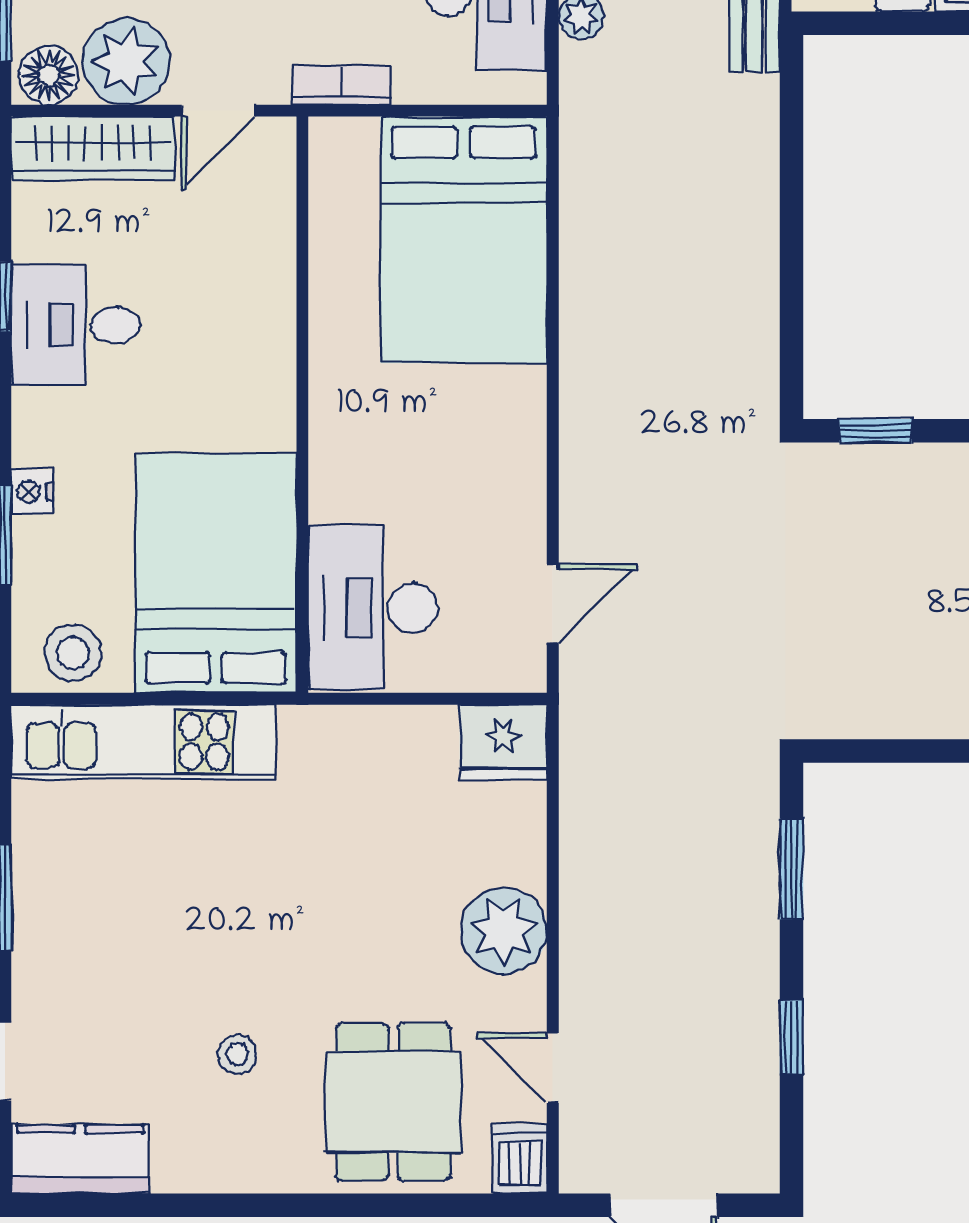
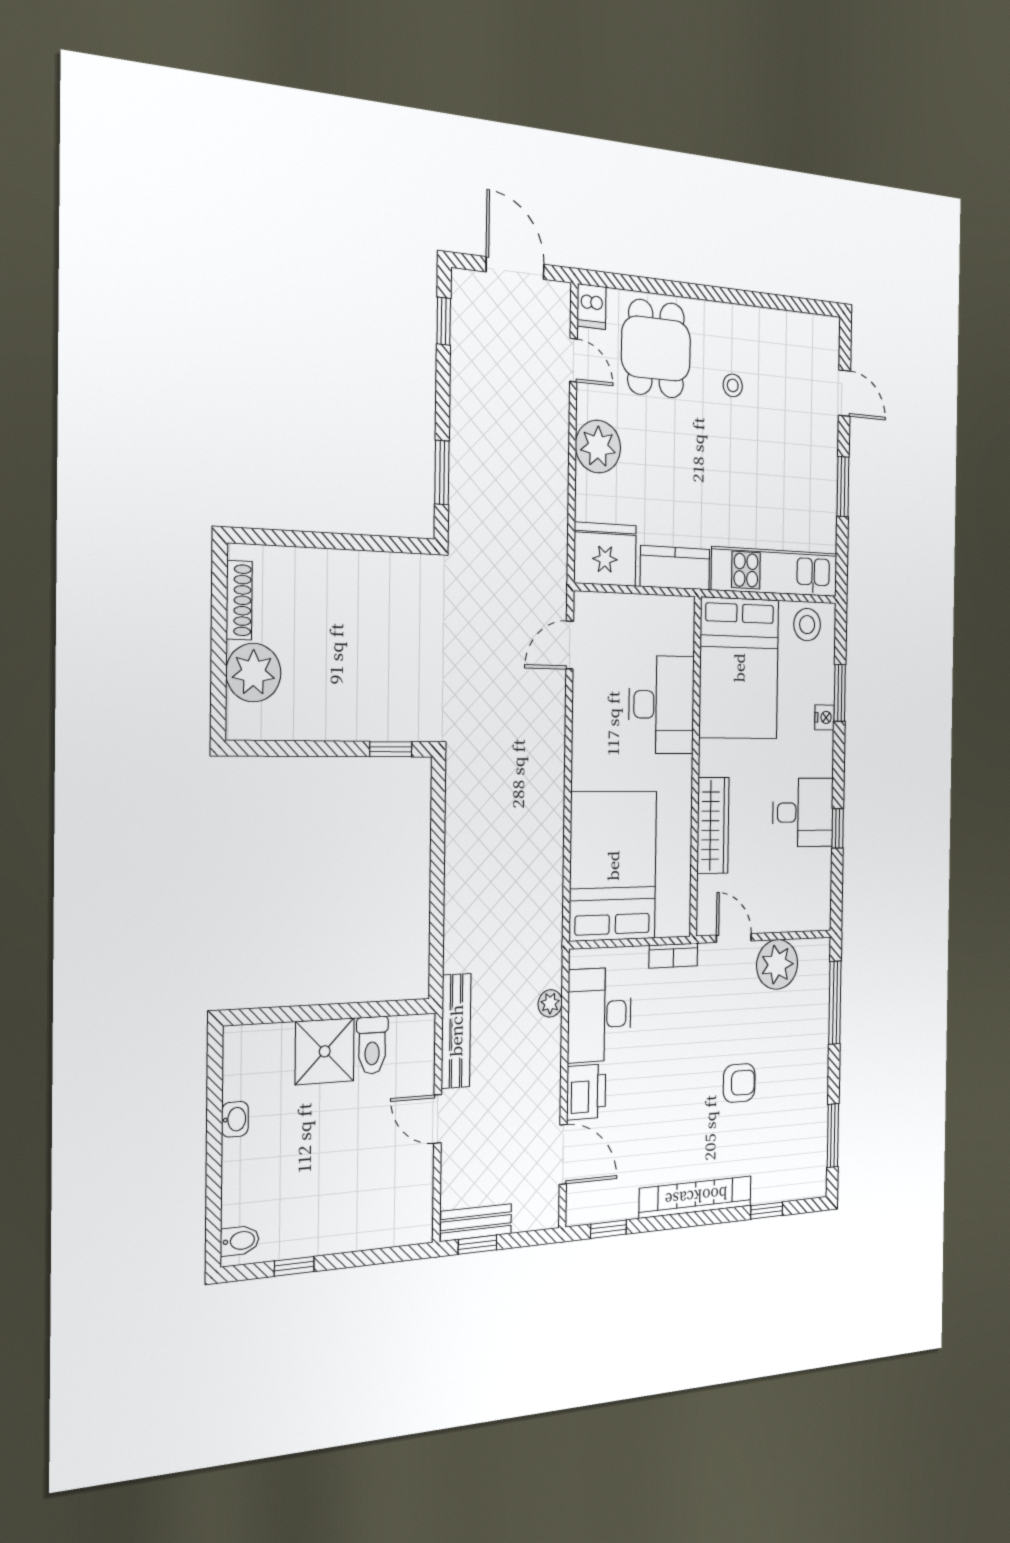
floor lamp: (49, 75) -> (813, 955), removed
door: (218, 111) -> (734, 938), hinge flipped
wardrobe: (93, 148) -> (713, 825), moved, turned 90
desk: (373, 608) -> (661, 705), moved
fridge: (503, 742) -> (605, 554), width x1.36, depth x1.34
window: (791, 1037) -> (444, 321), moved
kitchen counter: (80, 1159) -> (675, 568), moved, turned 180

